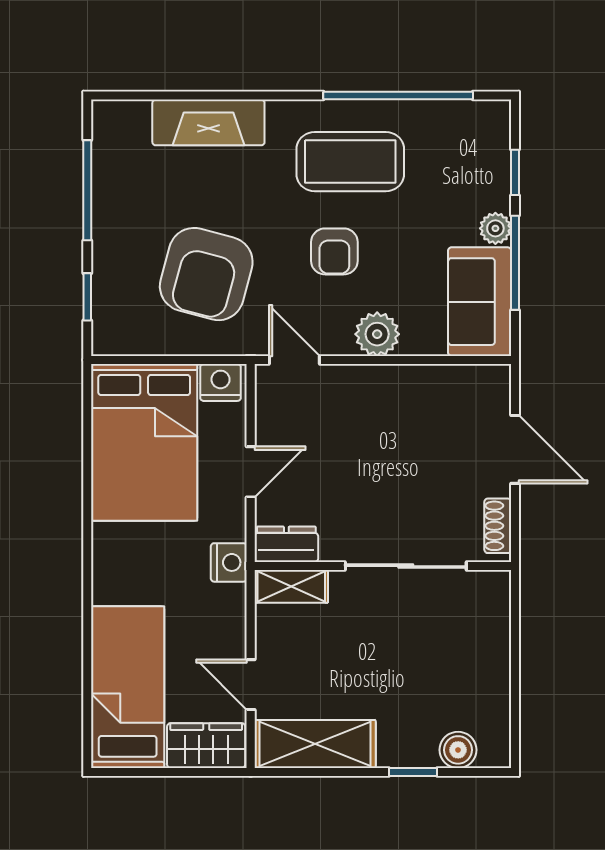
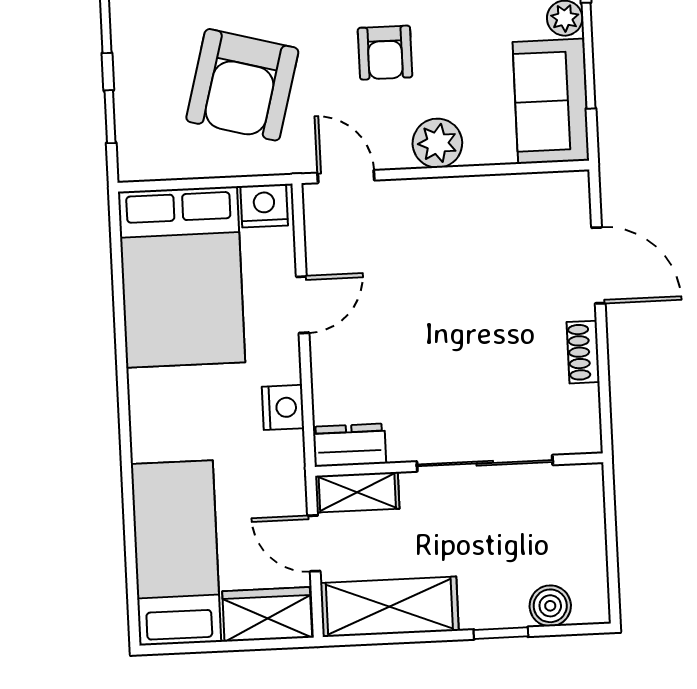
dresser: (286, 544) -> (349, 445), moved
wall: (383, 566) -> (459, 464), moved
sliding door: (406, 566) -> (485, 463), moved
shelving: (291, 586) -> (357, 492), moved

